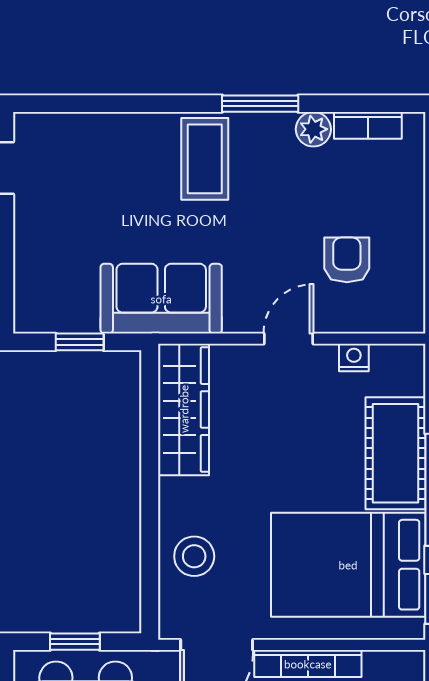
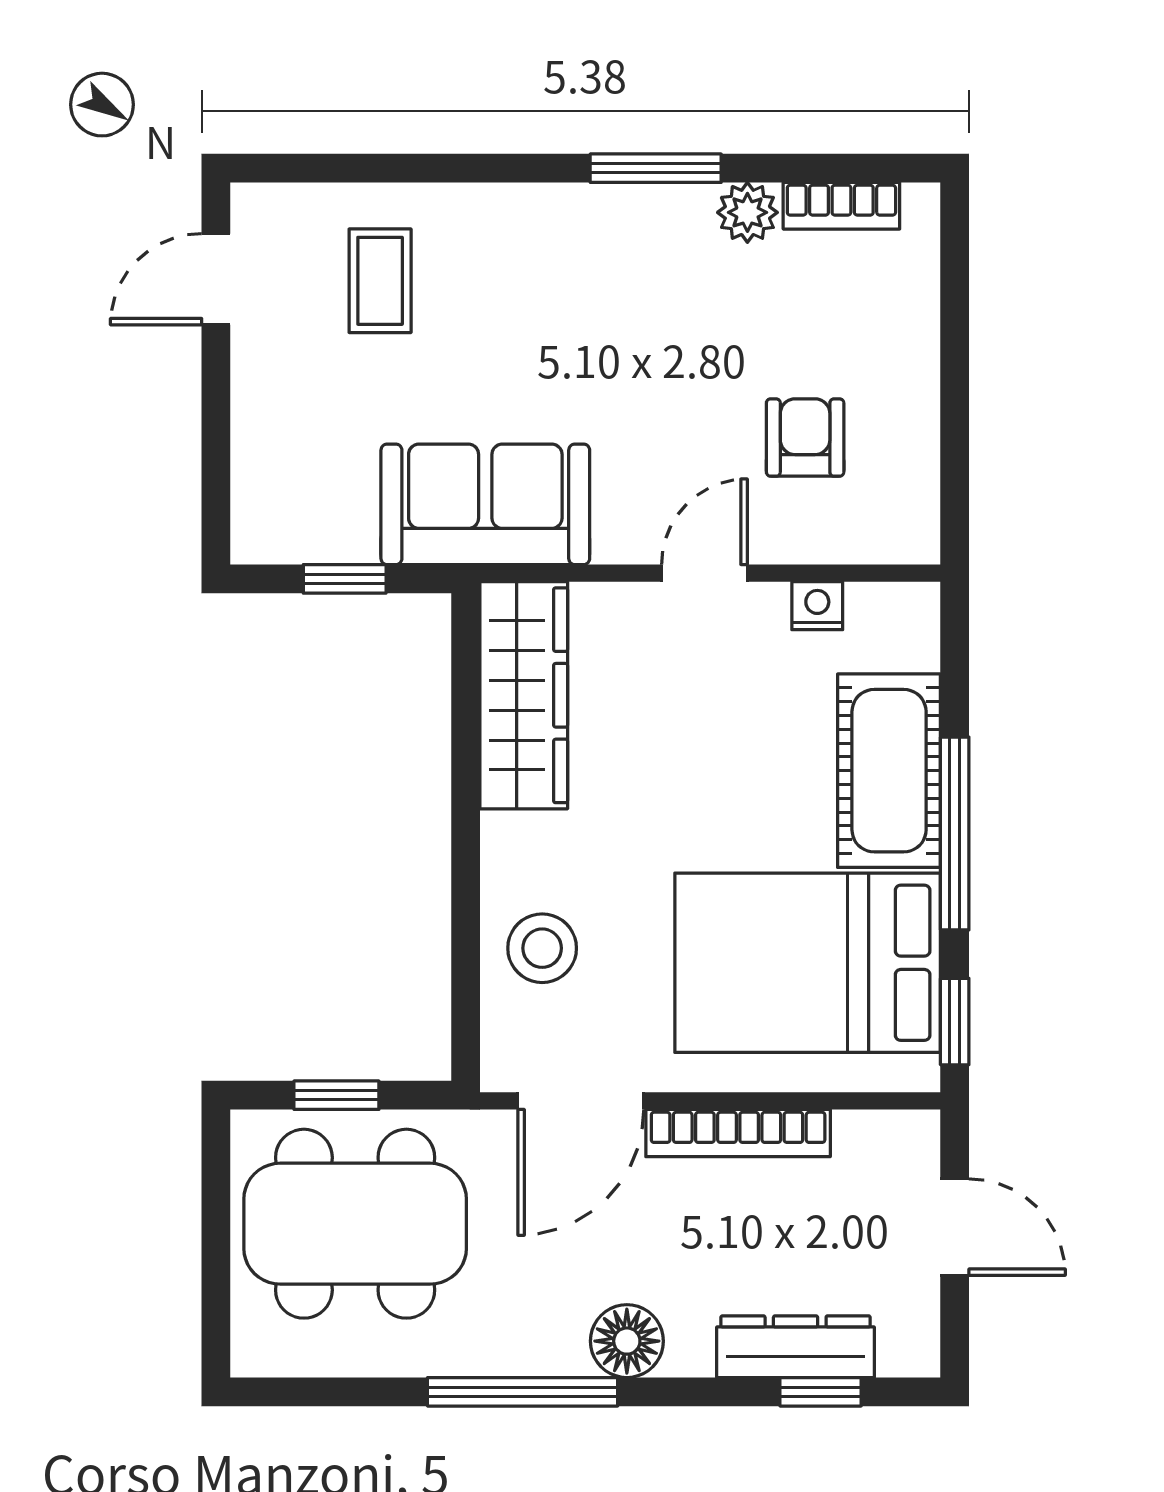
coffee table: (205, 159) -> (380, 281), moved, width x0.73, depth x0.77

